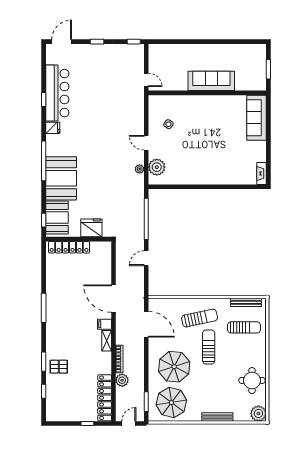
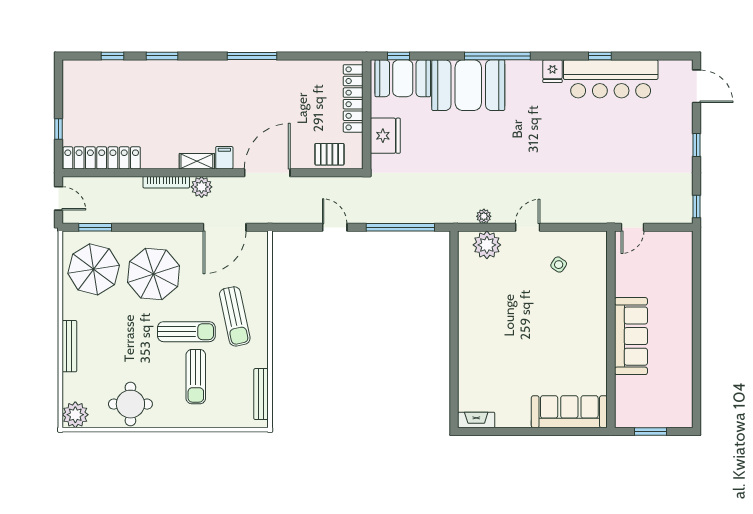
sun lounger: (244, 327) -> (196, 377), moved
pallet: (59, 367) -> (329, 154), moved, turned 90
plant: (122, 380) -> (202, 187), moved

